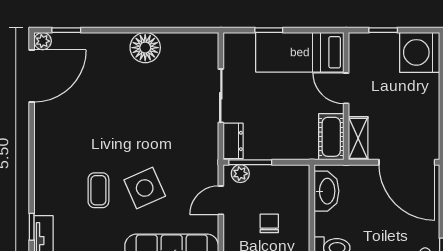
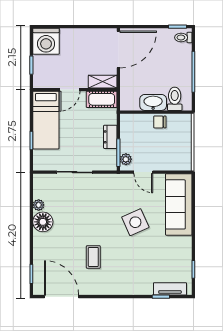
plant: (43, 41) -> (39, 205), moved
dresser: (233, 141) -> (110, 137), moved, turned -90
coffee table: (98, 190) -> (93, 257), moved, turned 90
washbasin: (326, 191) -> (153, 102), moved
chair: (269, 223) -> (160, 122), moved

